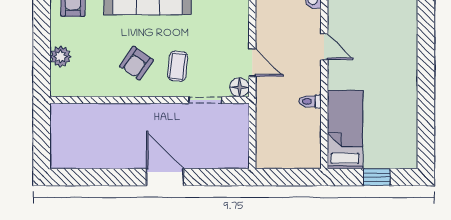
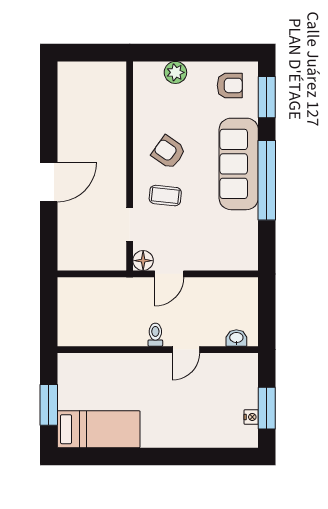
toilet: (310, 101) -> (155, 335), moved
bed: (345, 130) -> (99, 429), moved
window: (377, 177) -> (49, 405), width x1.50

